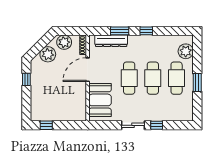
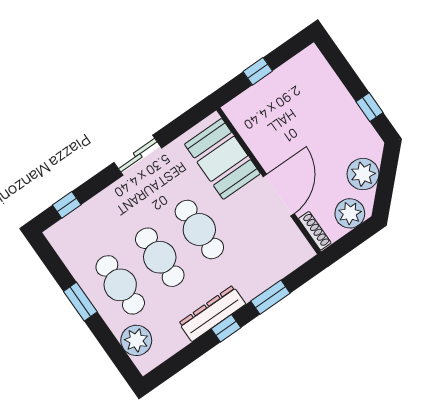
dresser: (111, 41) -> (212, 313), moved
window: (46, 125) -> (258, 71), moved
window: (157, 125) -> (67, 205), moved

